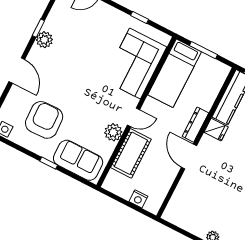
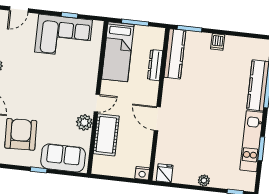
corner sofa: (135, 64) -> (63, 36), moved, turned -90
dresser: (195, 125) -> (155, 65), moved
fridge: (216, 130) -> (165, 173), moved, turned -90
nightstand: (138, 199) -> (142, 173), moved

